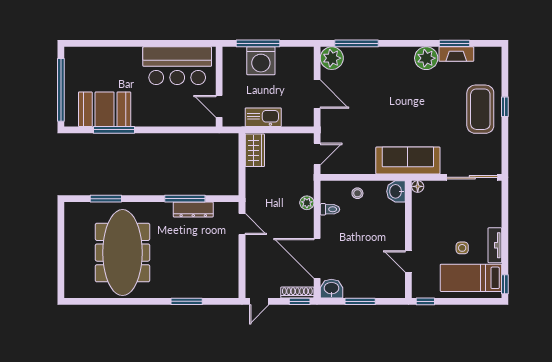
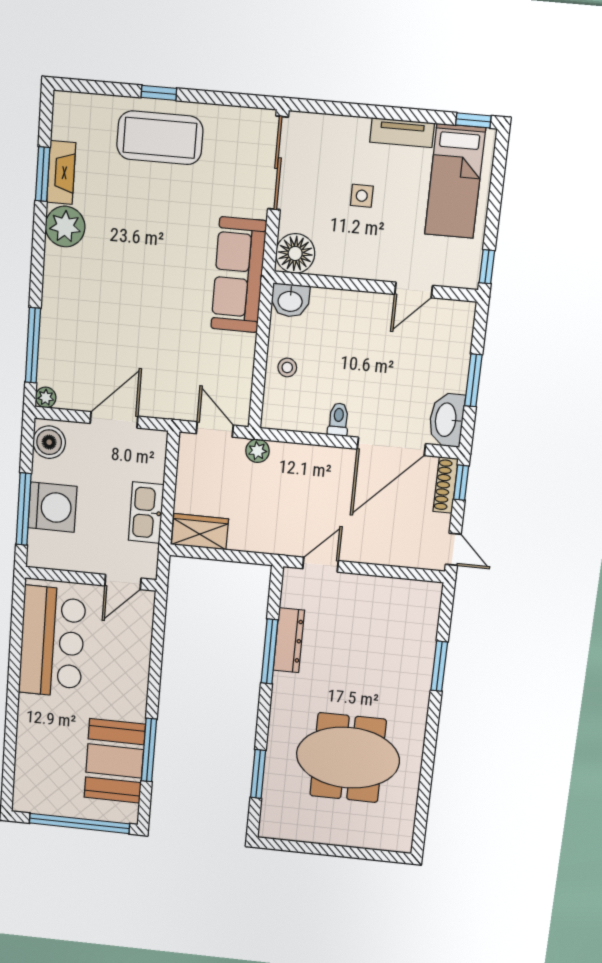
boiler: (300, 56) -> (49, 442), added
plant: (332, 58) -> (46, 397), width x0.53, depth x0.53
floor lamp: (418, 186) -> (295, 253), width x1.89, depth x1.89
plant: (307, 203) -> (258, 451), moved
toilet: (330, 209) -> (338, 420), moved
side table: (462, 248) -> (362, 196), moved
meeting table: (123, 253) -> (348, 758), width x0.73
washbasin: (331, 289) -> (447, 420), width x1.38

